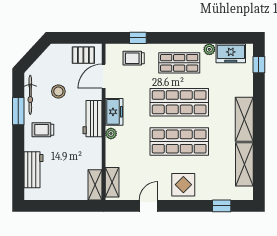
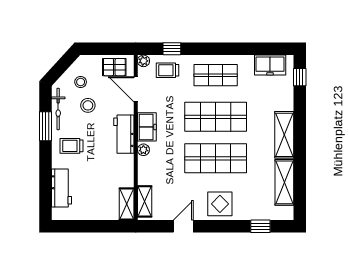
plant: (209, 49) -> (143, 61), moved
stool: (51, 69) -> (81, 82), added
door: (104, 76) -> (136, 89), hinge flipped

